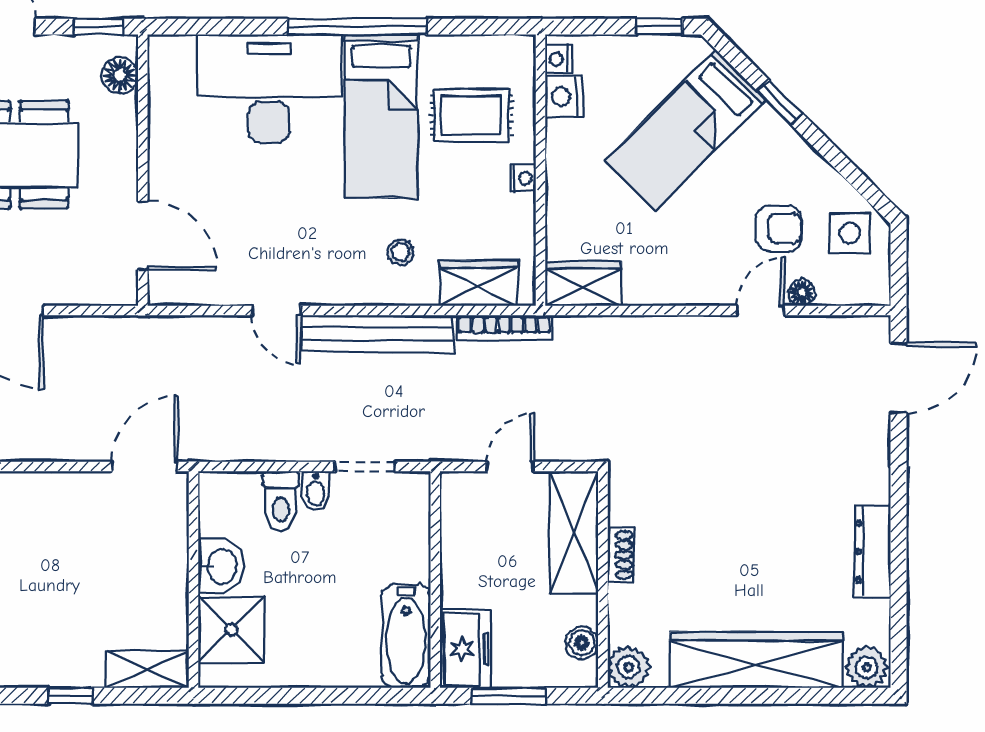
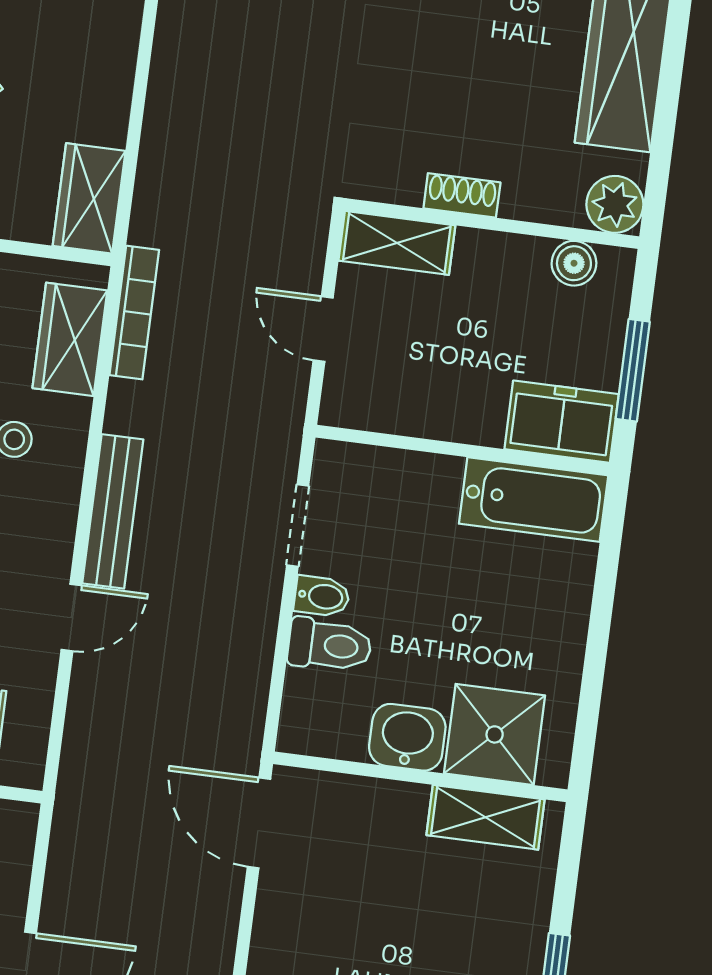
bench: (378, 334) -> (113, 511), width x0.73, depth x0.82
shelving: (574, 532) -> (397, 243), width x0.67, depth x0.75
shelving: (147, 669) -> (486, 817), moved, turned 90

